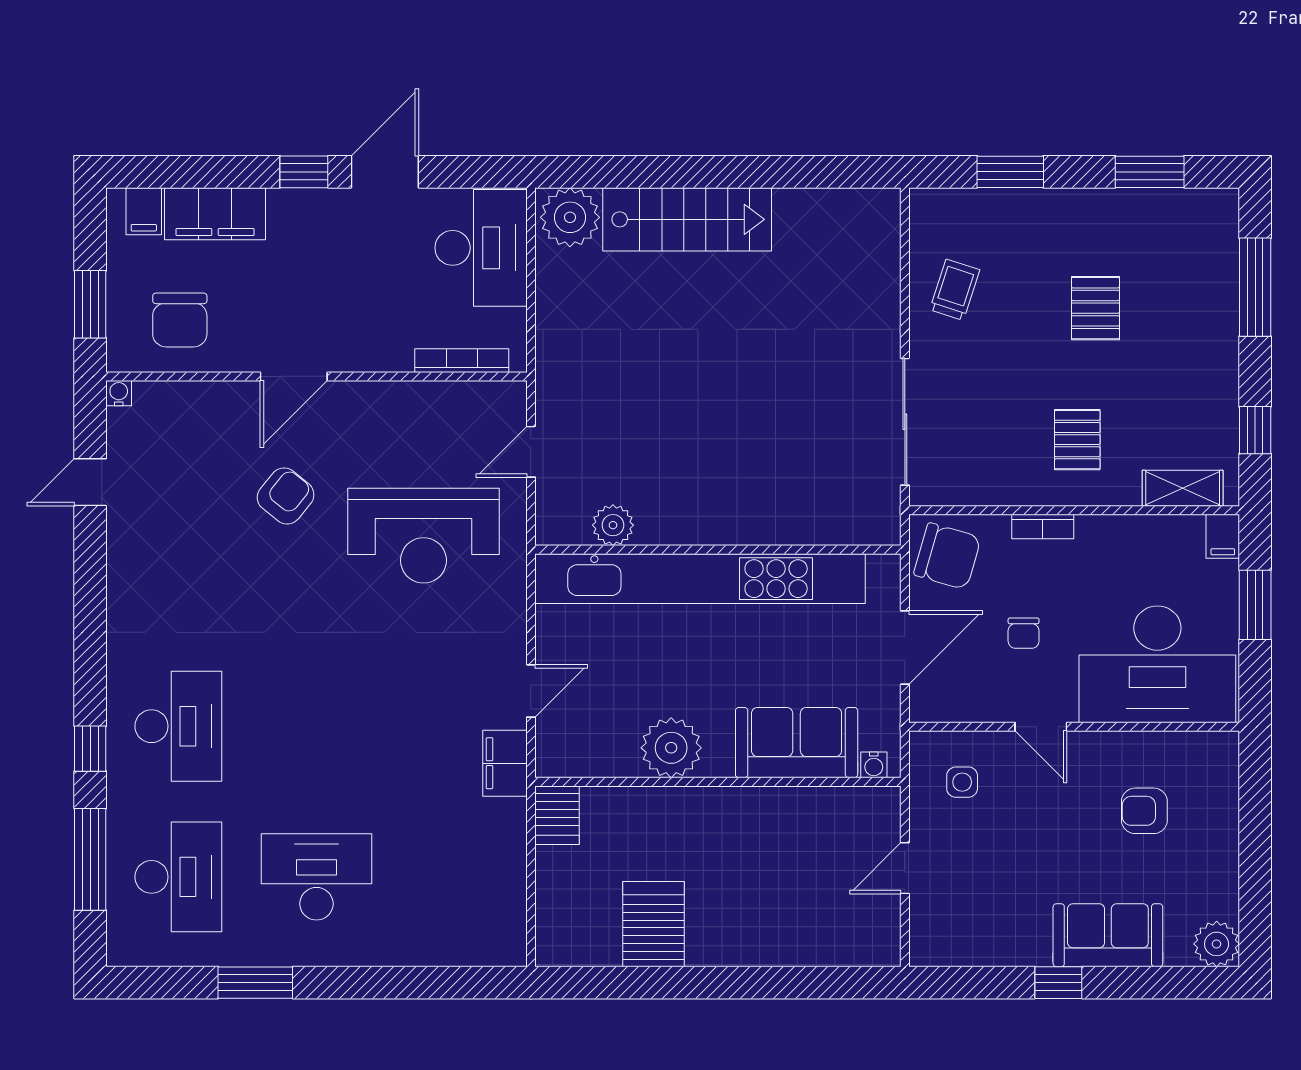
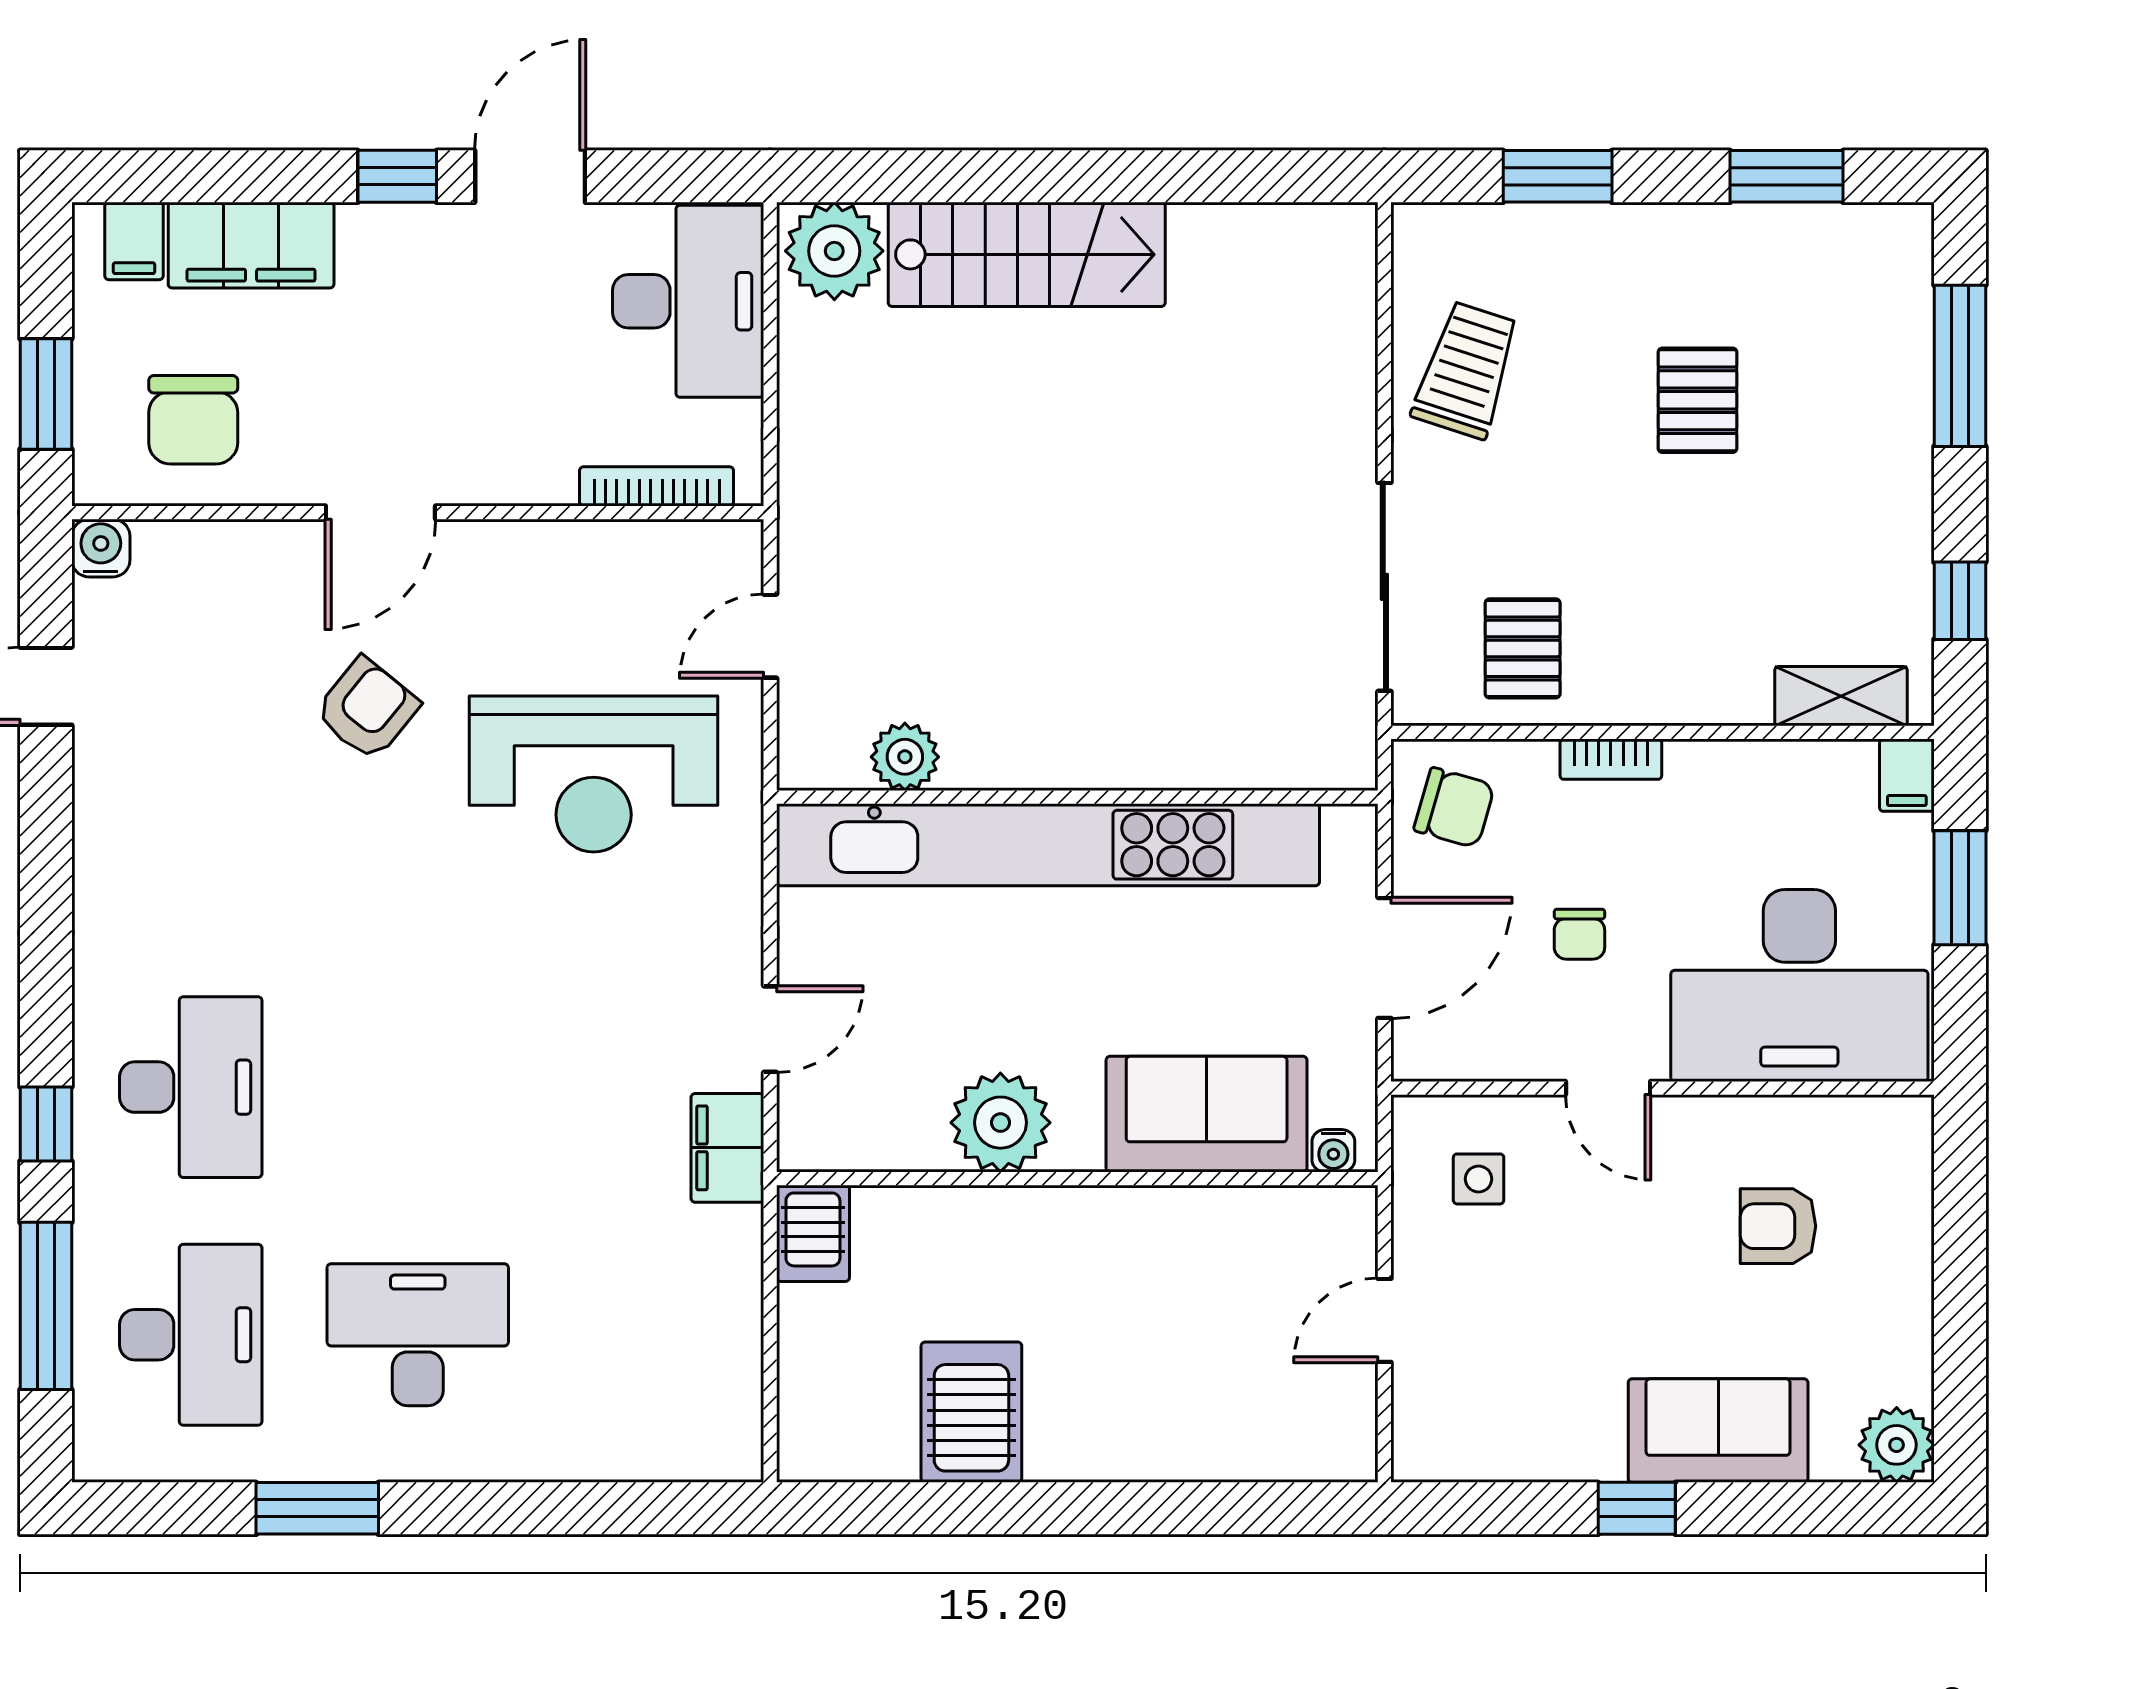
trolley: (955, 290) -> (1466, 370), width x1.36, depth x1.39
water cooler: (119, 393) -> (101, 548), width x1.38, depth x1.38
pallet: (1077, 440) -> (1523, 648), moved
chair: (947, 556) -> (1454, 808), width x0.73, depth x0.73

